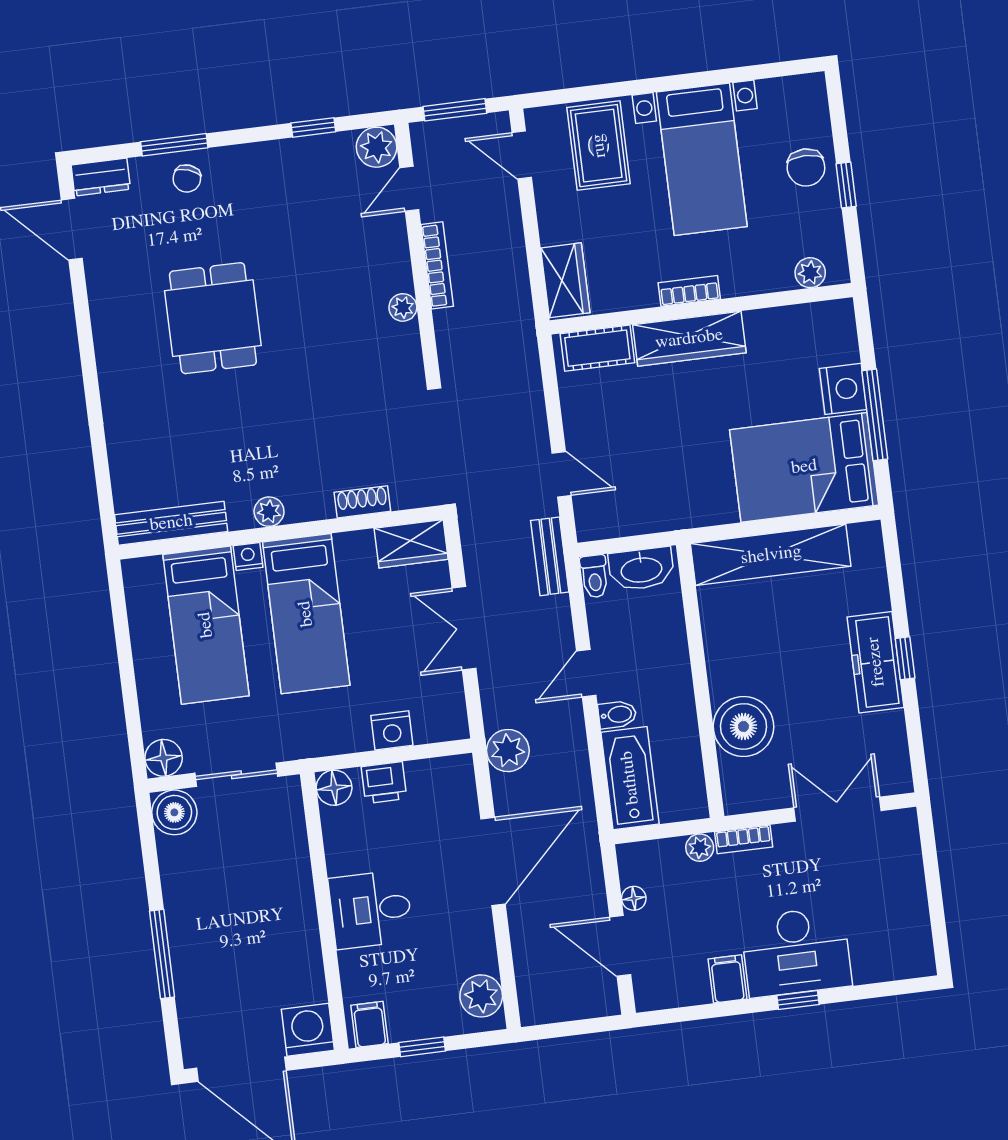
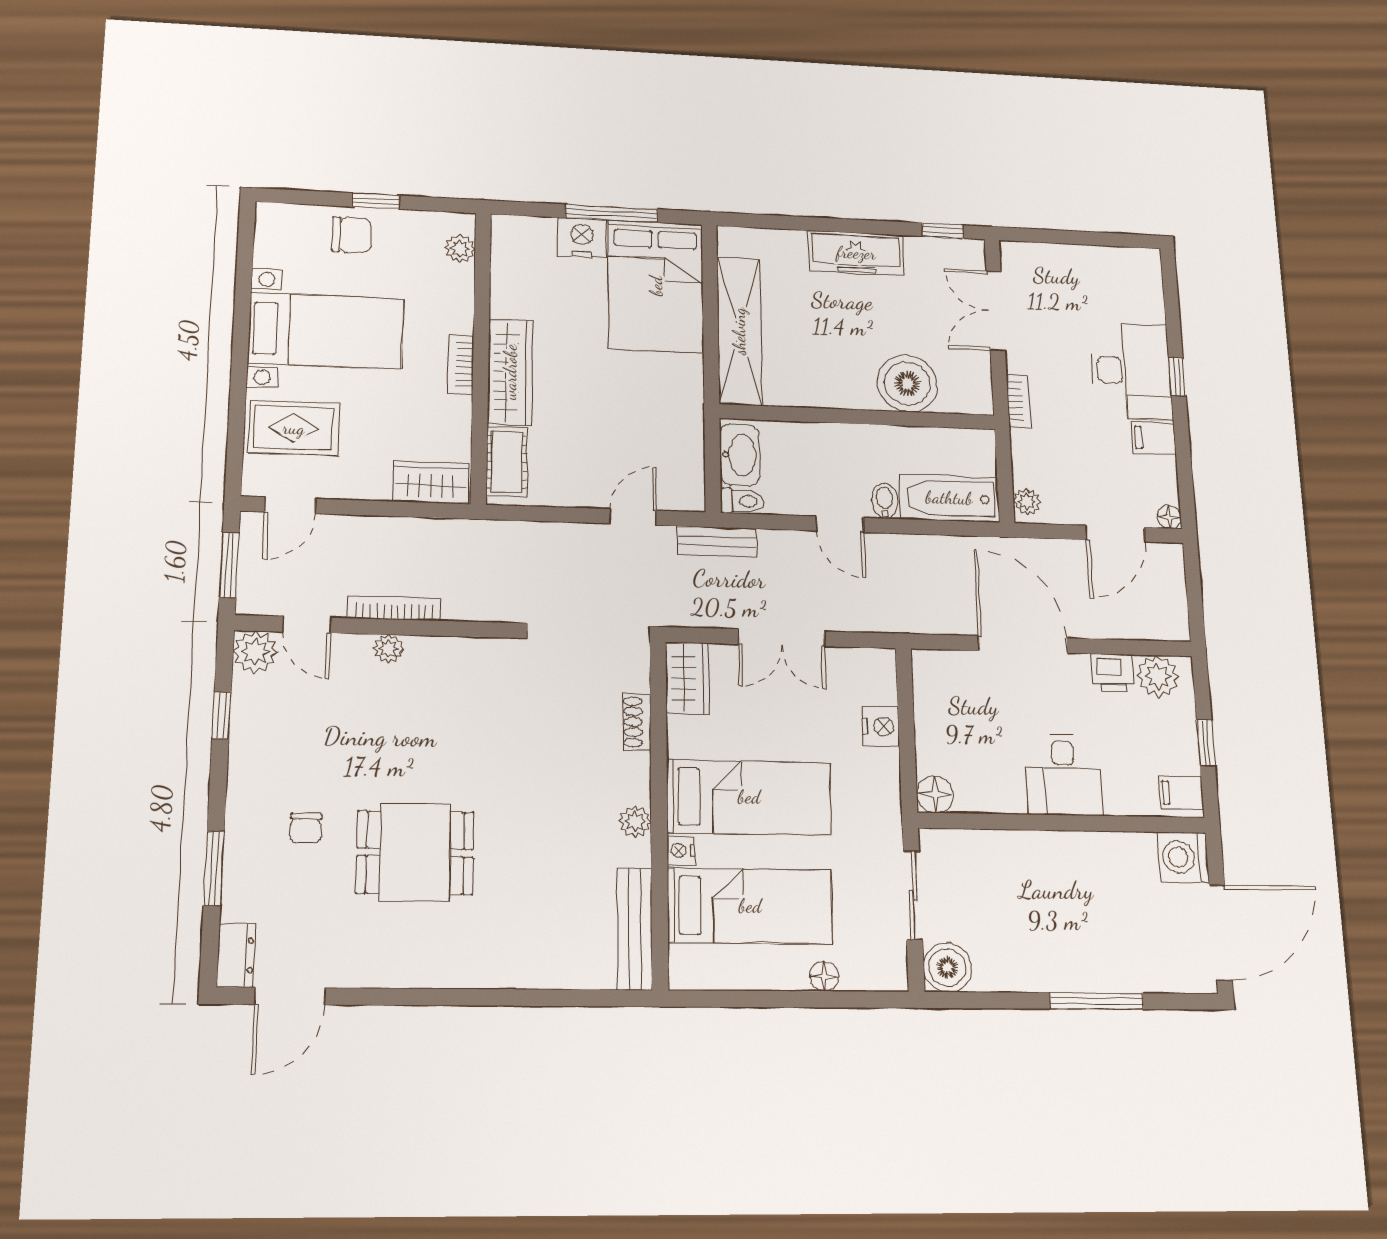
chair: (187, 179) -> (306, 828), moved, turned 71
plant: (403, 307) -> (389, 649), moved
window: (905, 658) -> (943, 231), moved
plant: (508, 751) -> (911, 613), removed
floor lamp: (164, 758) -> (824, 976), moved, width x0.73, depth x0.73
printer: (384, 783) -> (1113, 673), moved, turned 90
plant: (700, 848) -> (1027, 502), moved
floor lamp: (634, 898) -> (1169, 517), moved

